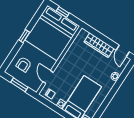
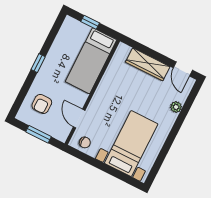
bed: (52, 33) -> (91, 61), width x0.49

